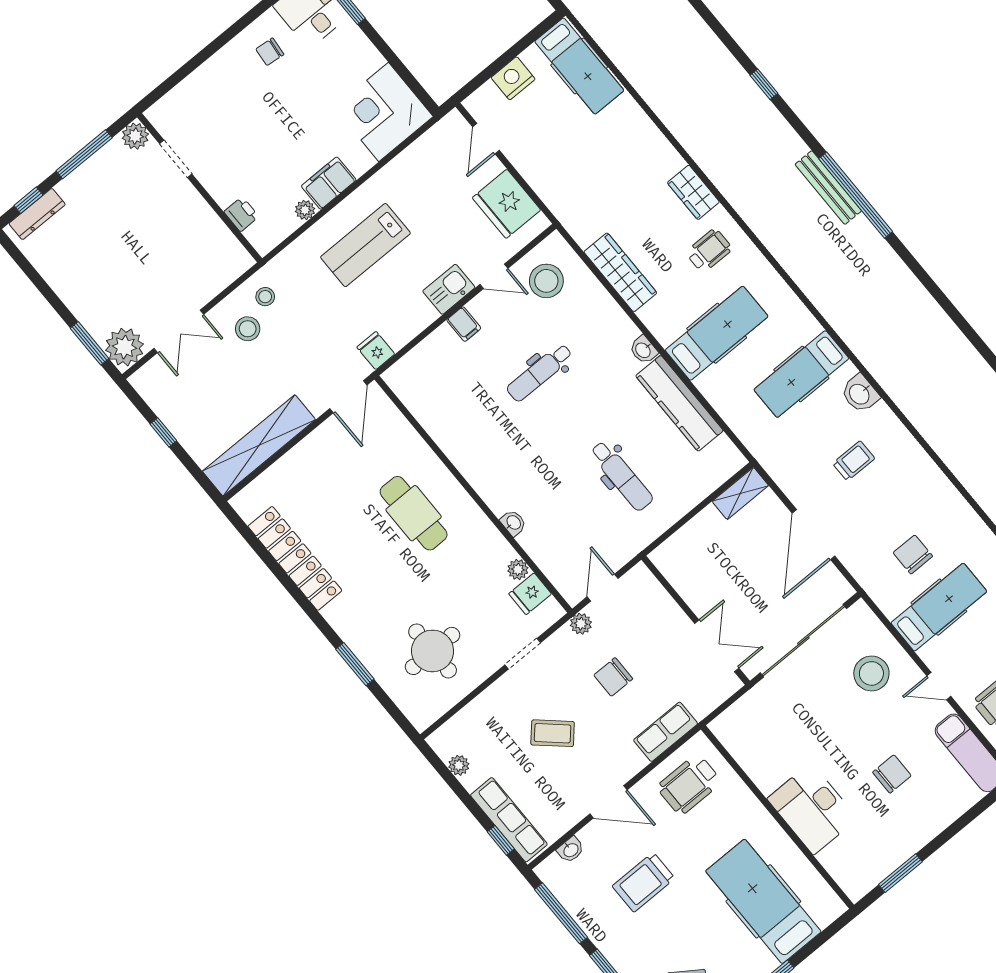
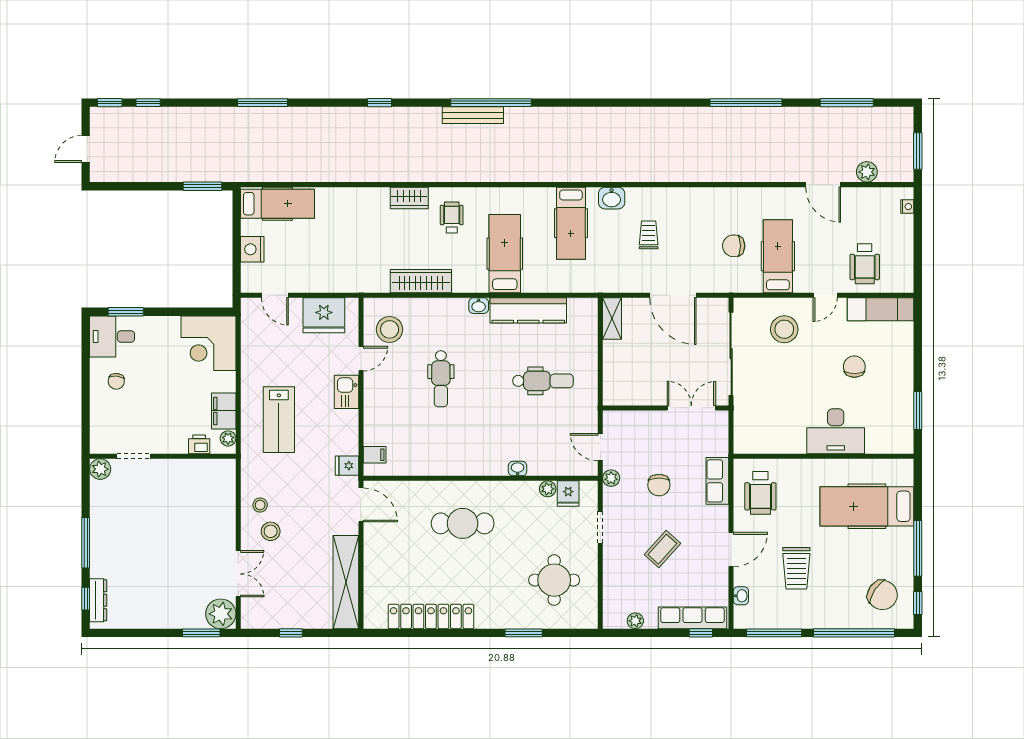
plant: (135, 136) -> (100, 469), moved
doorway: (176, 159) -> (134, 456), moved
wall: (200, 188) -> (163, 456), moved
printer: (241, 214) -> (199, 444), moved
filing cabinet: (464, 324) -> (375, 455), moved

